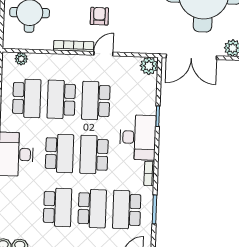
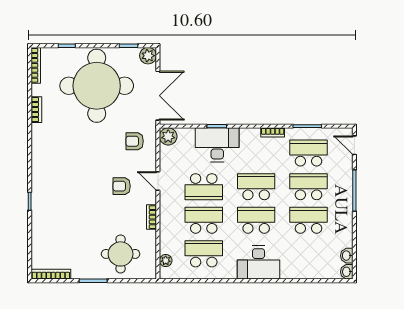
armchair: (145, 31) -> (135, 141), added
bookcase: (74, 46) -> (151, 217), width x0.64
school desk: (61, 99) -> (204, 220), turned 180
desk: (138, 137) -> (217, 145), moved
school desk: (94, 155) -> (256, 187), turned 180
school desk: (127, 210) -> (308, 153), turned 180

